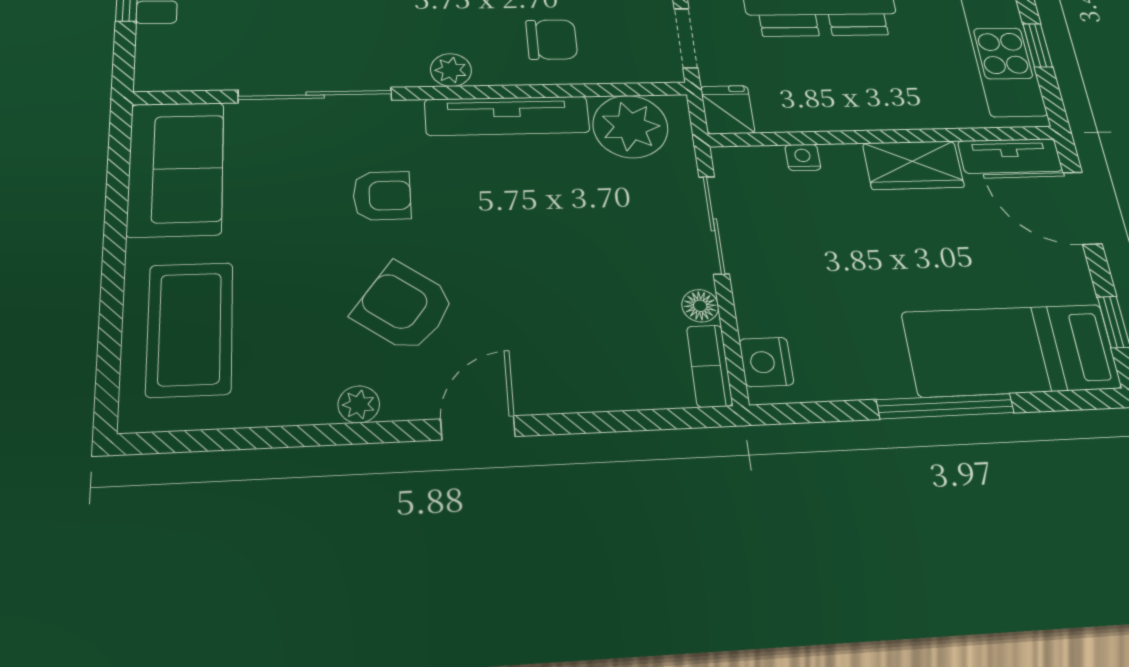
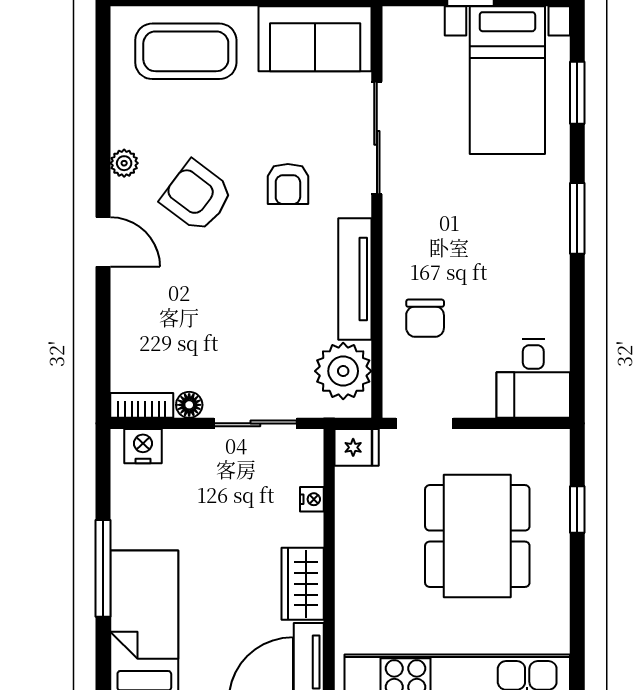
plant: (451, 70) -> (398, 239), removed
armchair: (404, 307) -> (197, 196), turned -89

